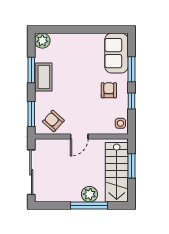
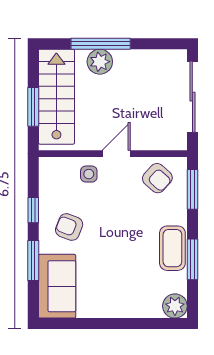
armchair: (109, 90) -> (69, 227), turned 111
side table: (120, 123) -> (89, 174), moved

